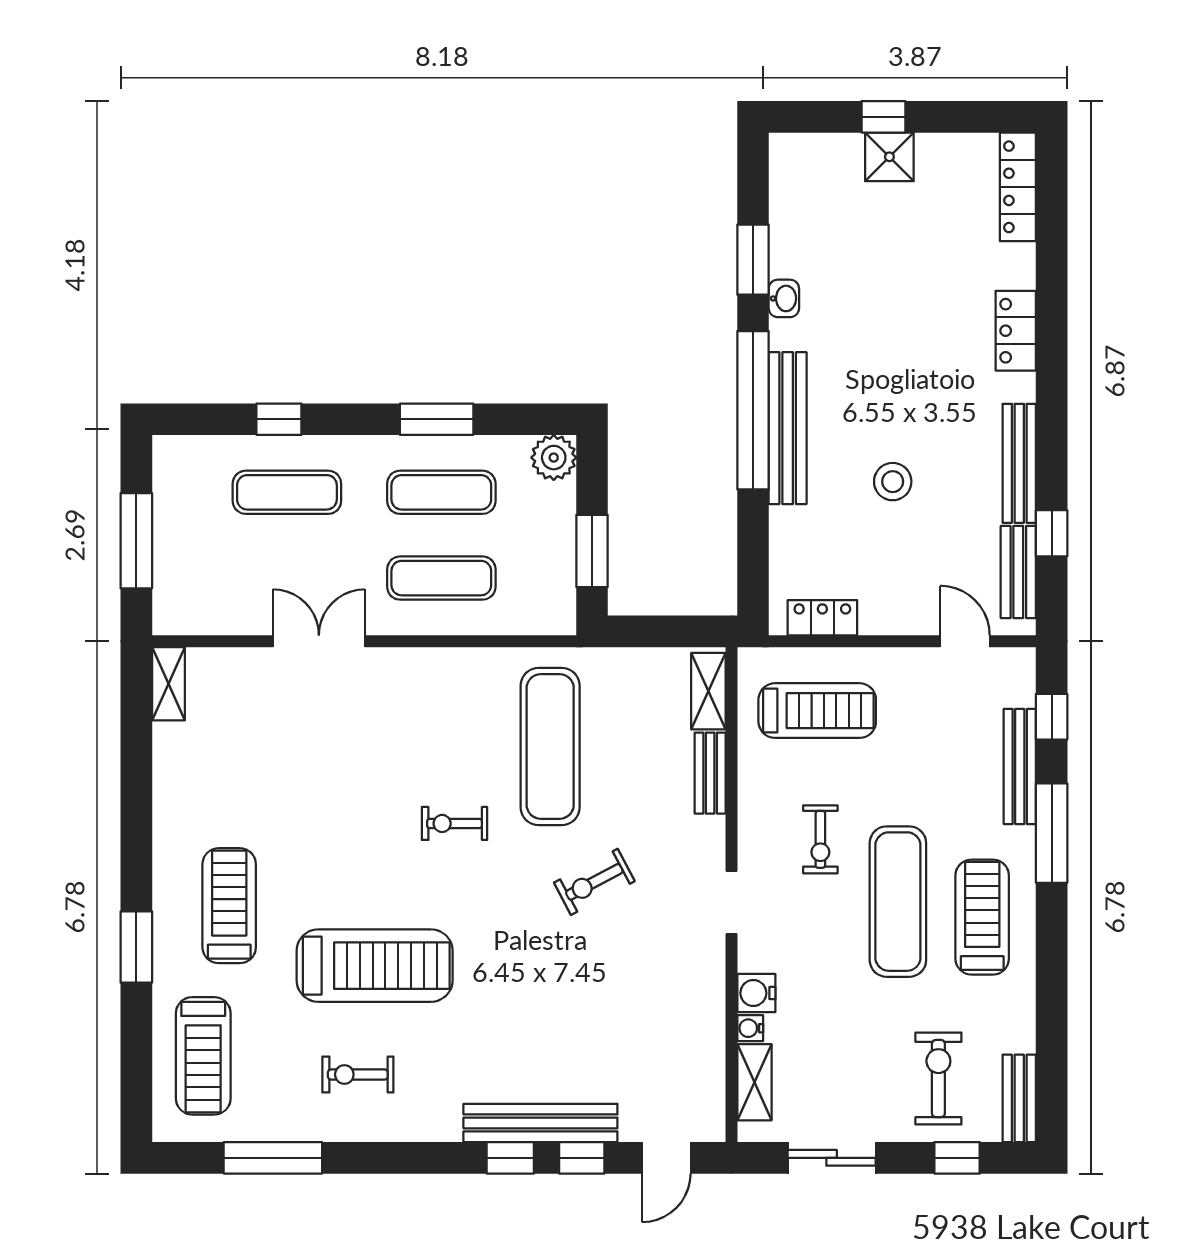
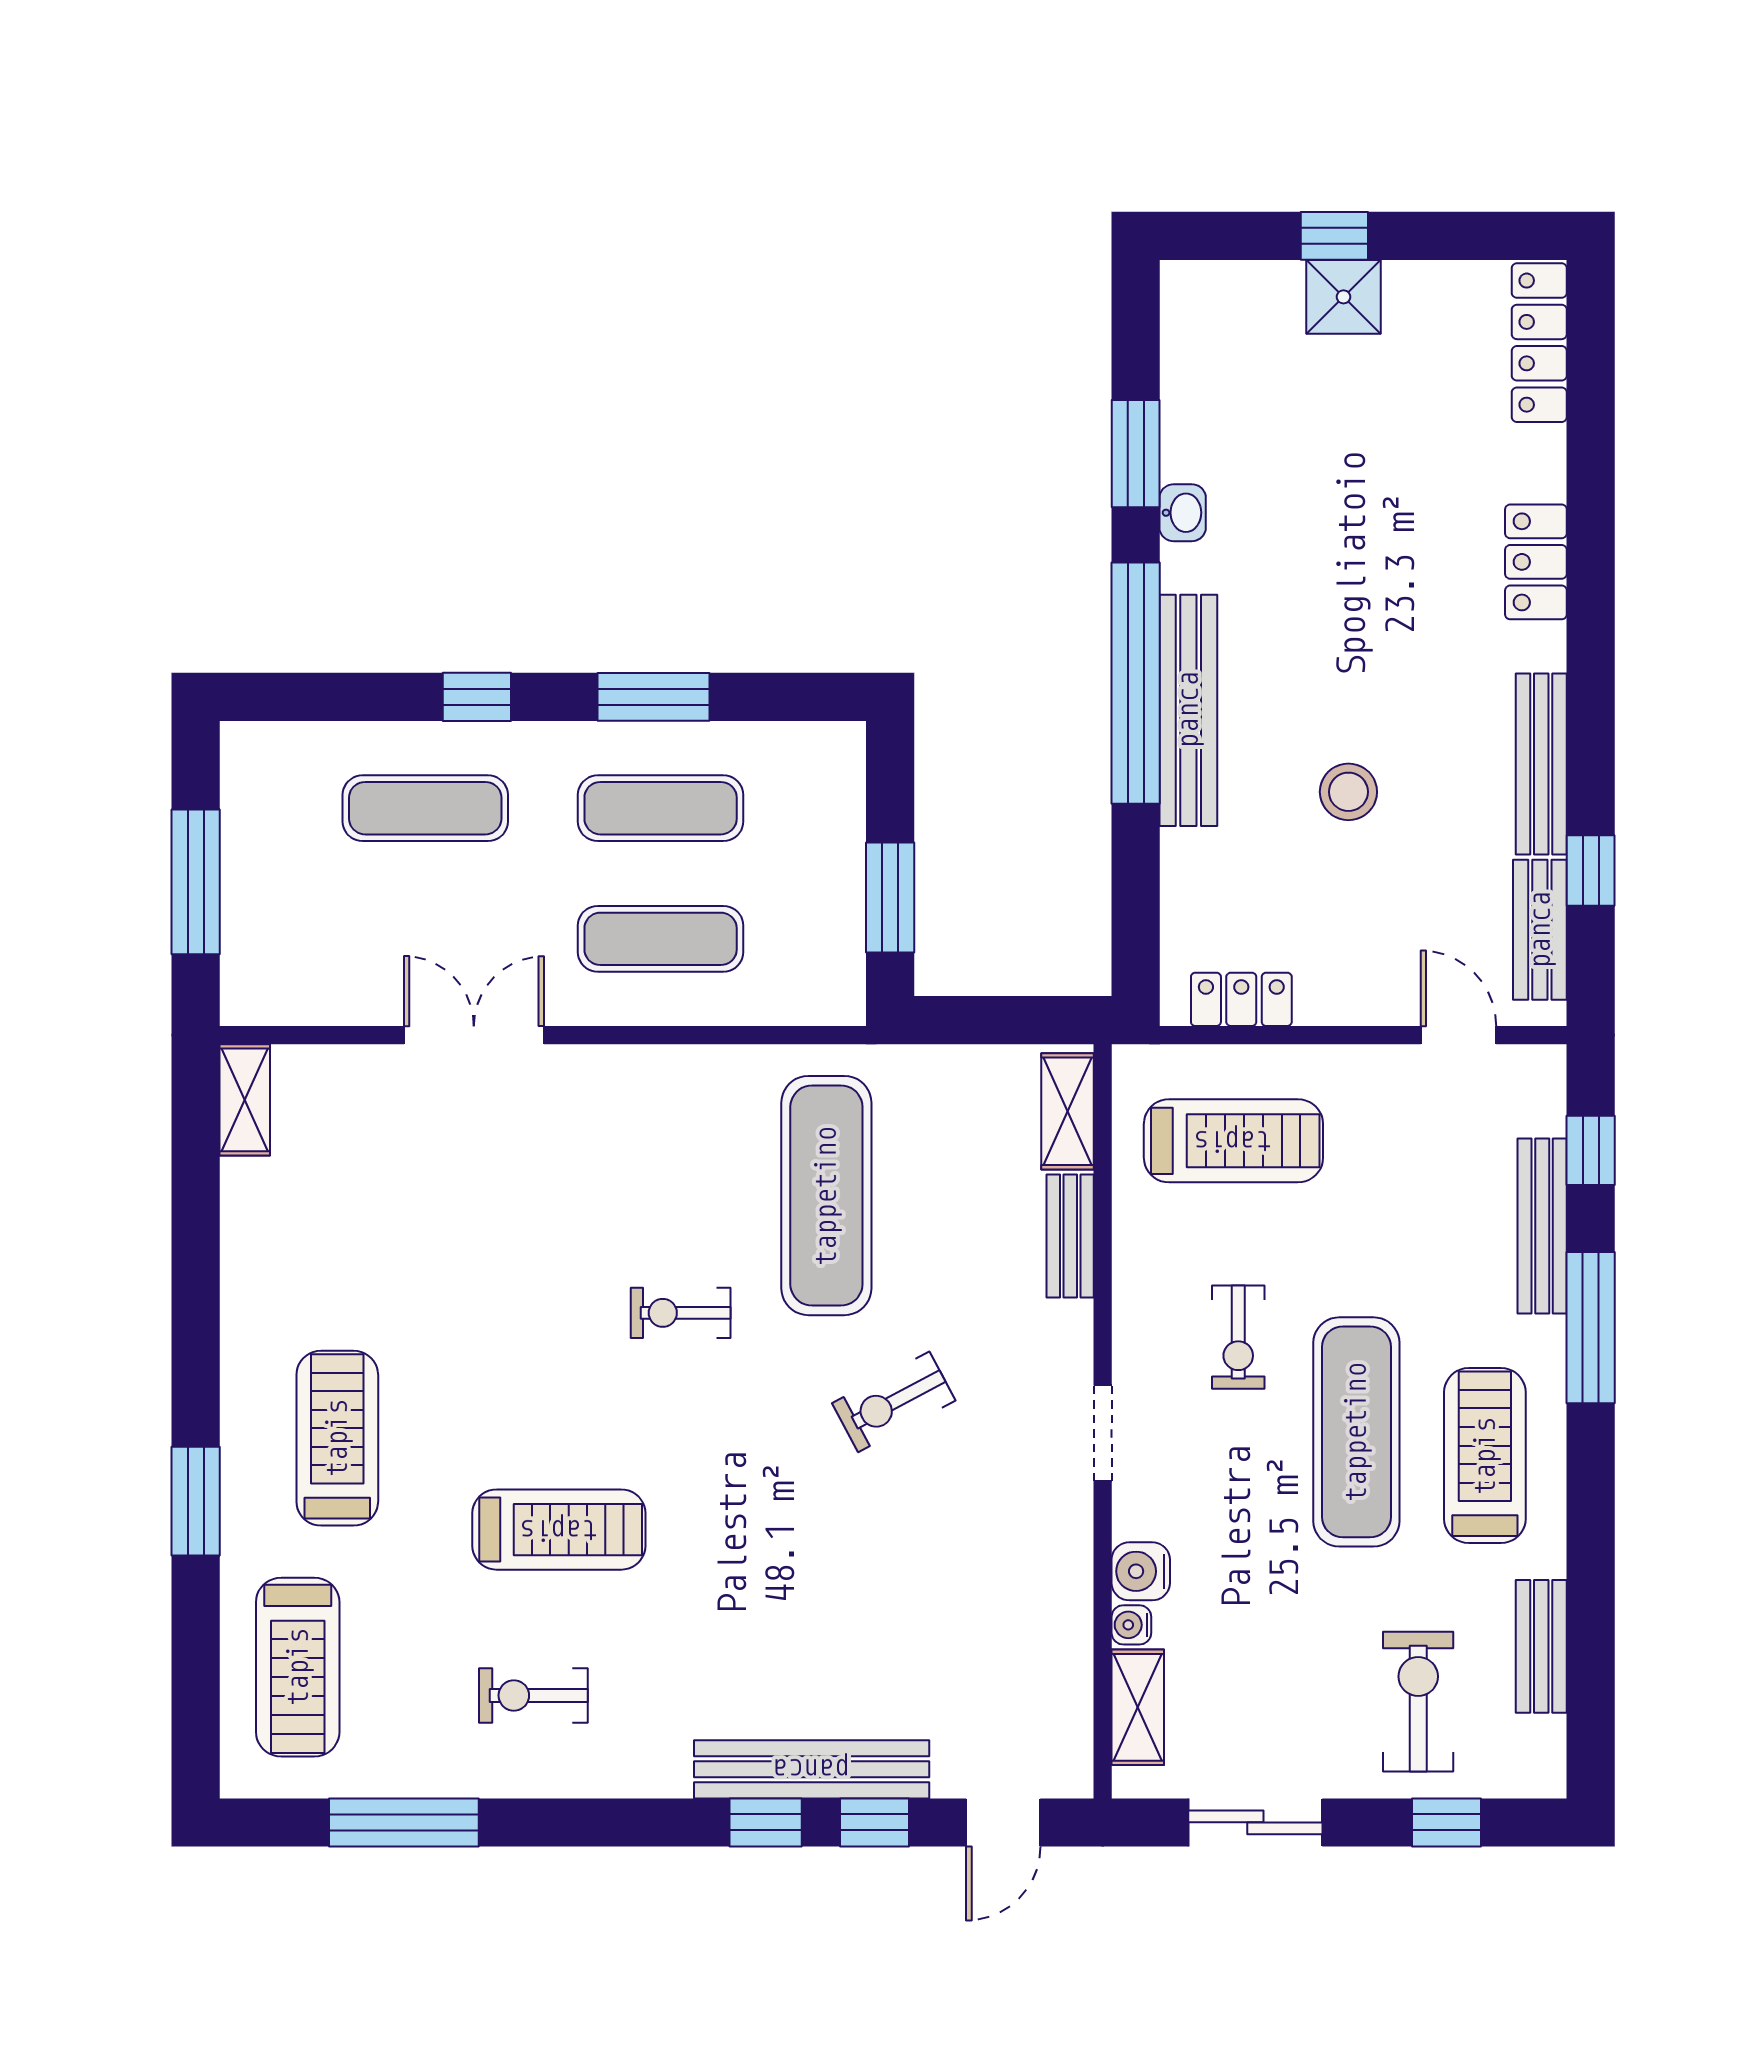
window: (279, 419) -> (477, 697), moved
plant: (554, 458) -> (832, 755), removed
treadmill: (375, 966) -> (559, 1530), width x0.73, depth x0.73
bench: (1019, 1098) -> (1541, 1646), moved

